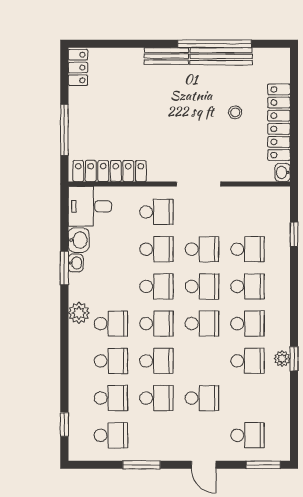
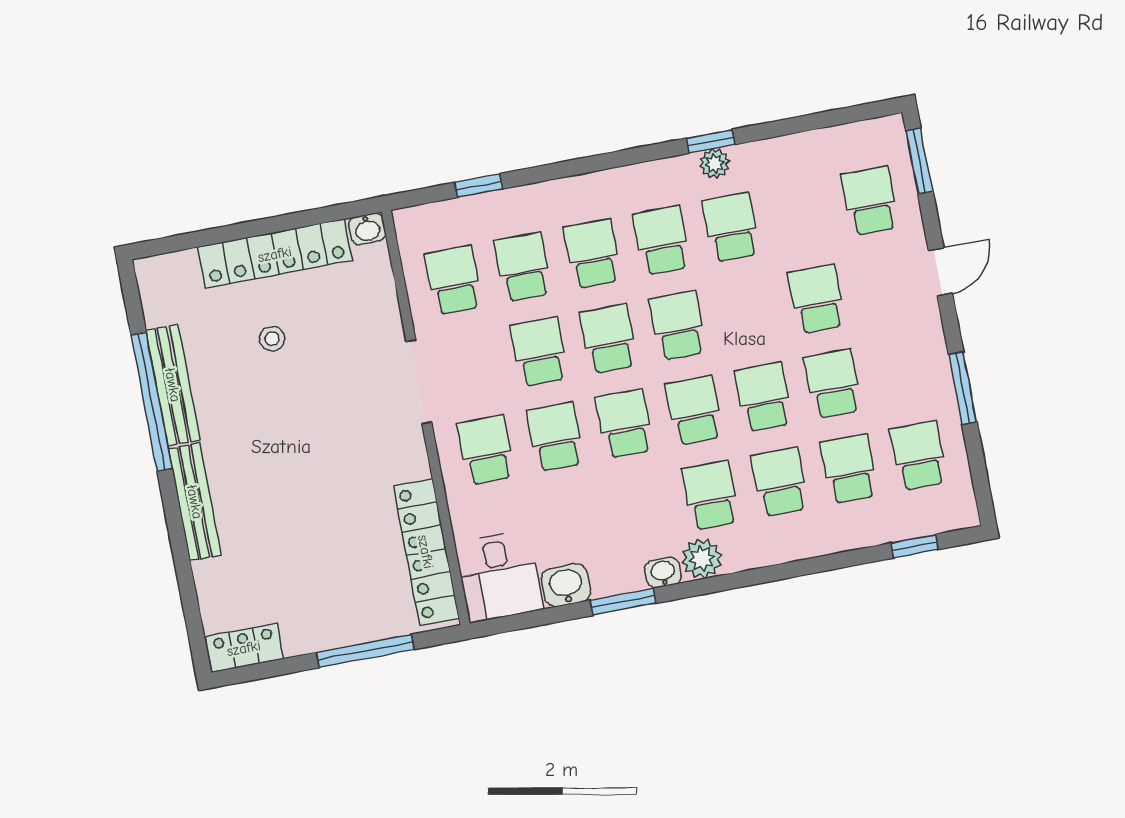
bench: (166, 56) -> (195, 502), width x1.36
school desk: (247, 212) -> (453, 280), added
washbasin: (76, 263) -> (663, 572), moved

